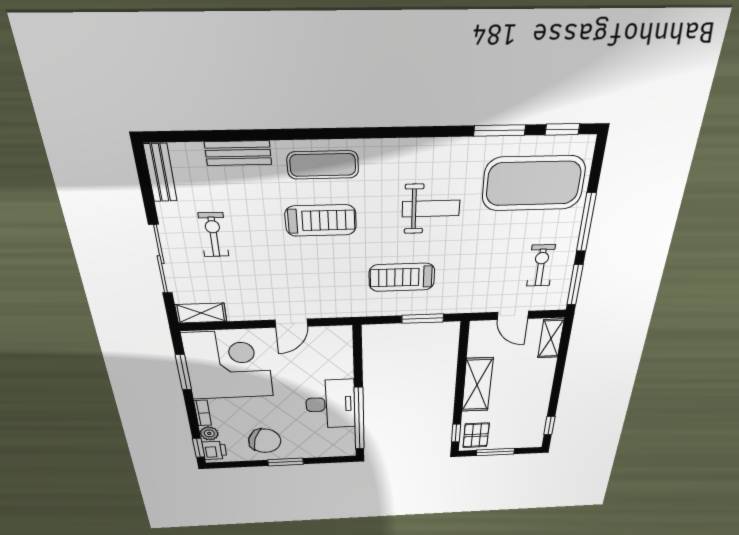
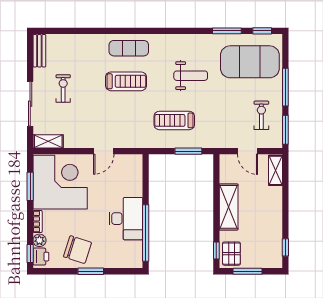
bench: (238, 153) -> (83, 41), removed

